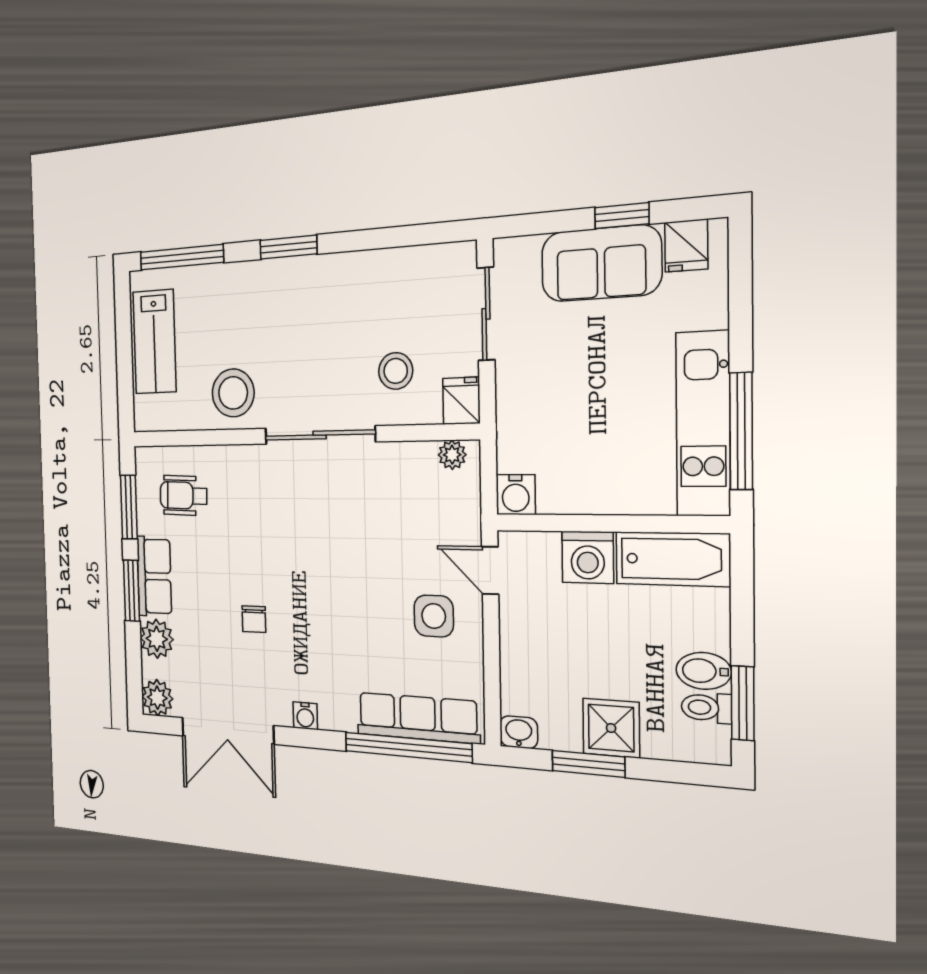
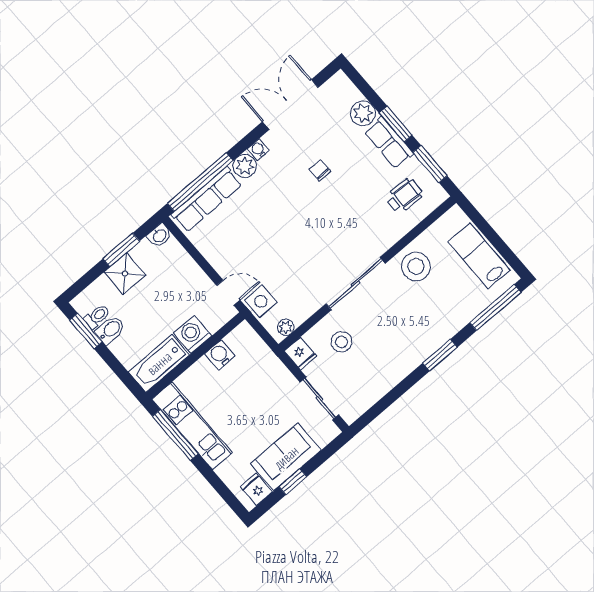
water cooler: (516, 495) -> (220, 355), moved
side table: (434, 616) -> (261, 301), moved
plant: (157, 698) -> (245, 166), moved

